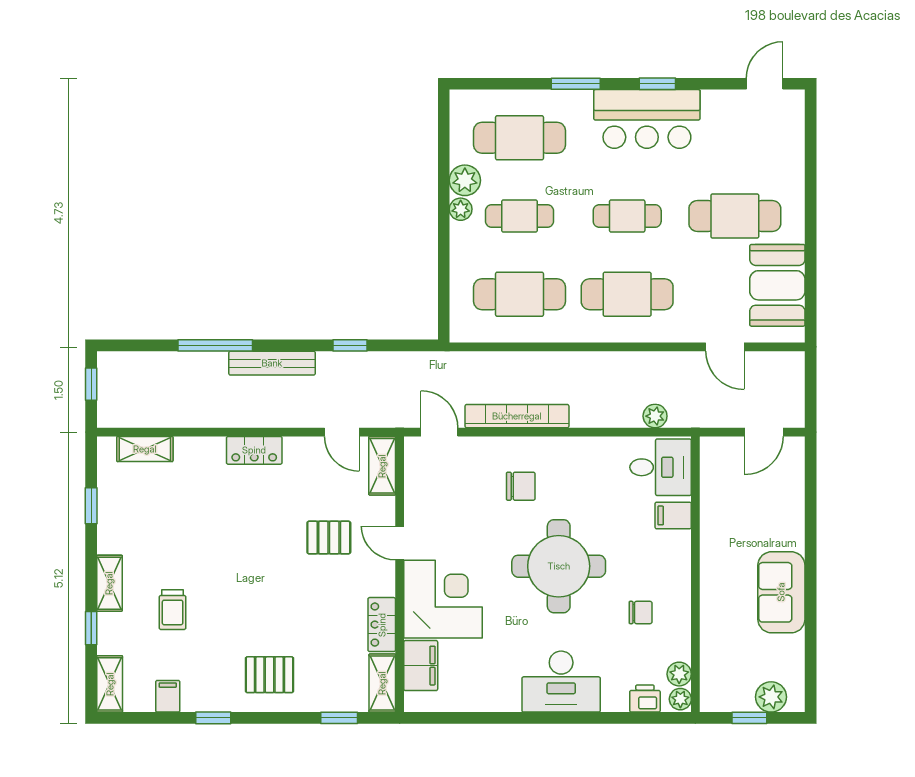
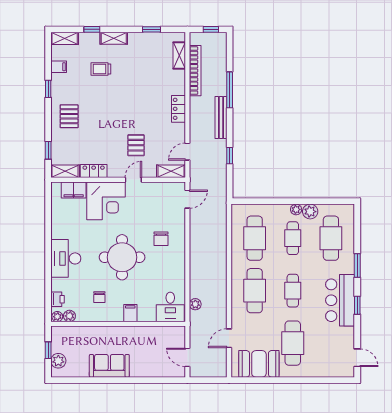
bookcase: (517, 416) -> (195, 71), moved
filing cabinet: (673, 515) -> (130, 313), moved

